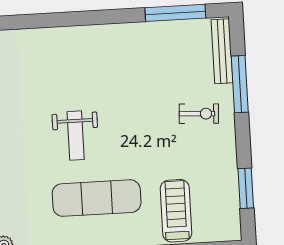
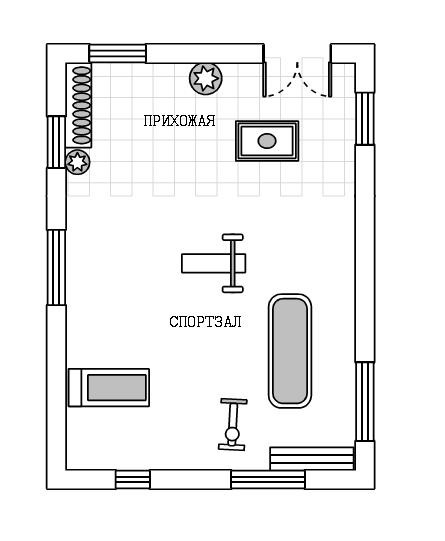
window: (246, 188) -> (133, 479), width x0.67
exercise mat: (97, 198) -> (290, 351), moved

